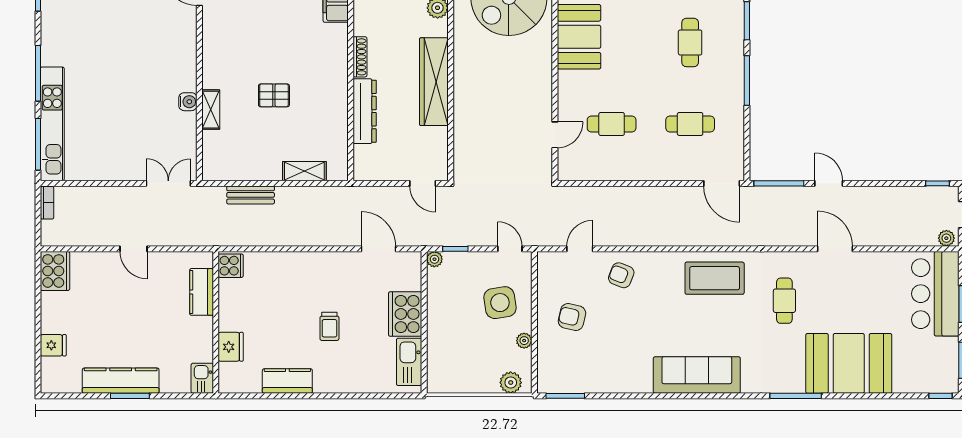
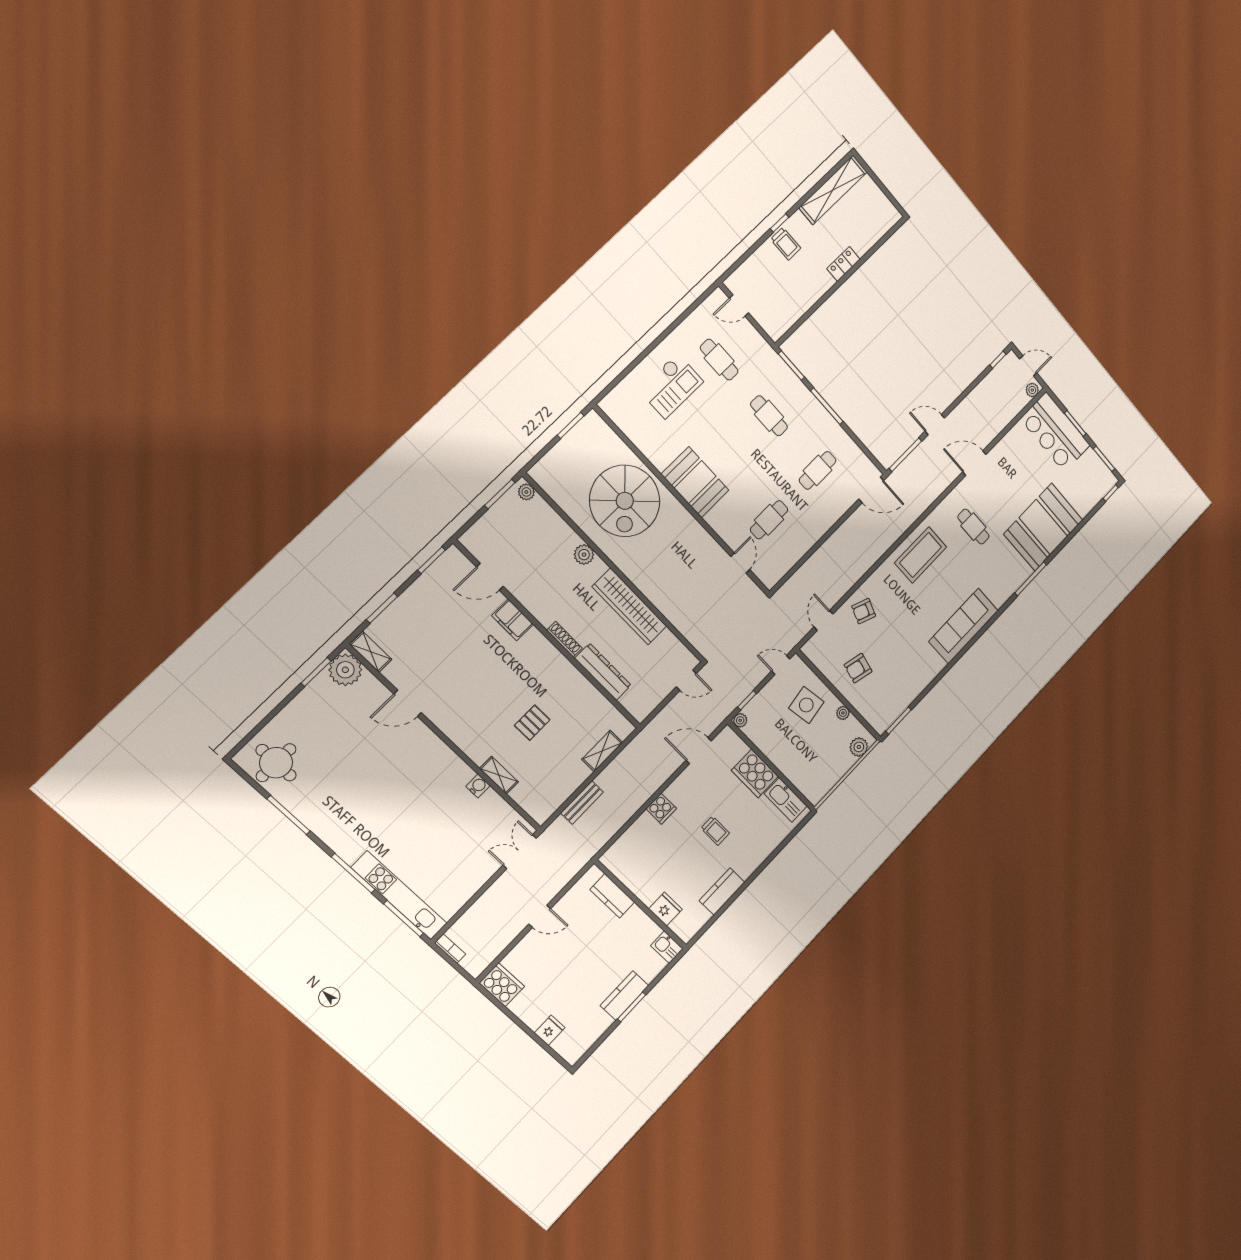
cooker: (231, 266) -> (661, 809), moved, turned 90
kitchen counter: (121, 381) -> (624, 996), width x0.67

